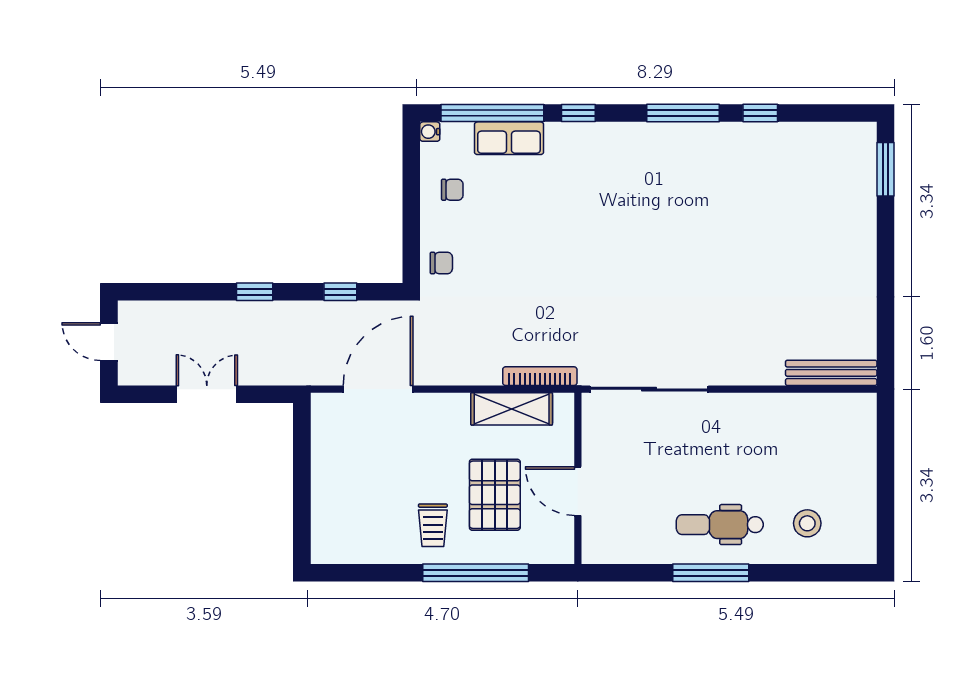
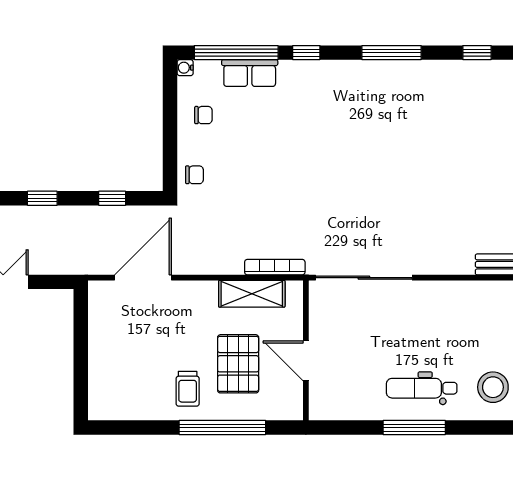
window: (760, 113) -> (477, 53), moved
stool: (807, 523) -> (493, 387), width x1.38, depth x1.38

